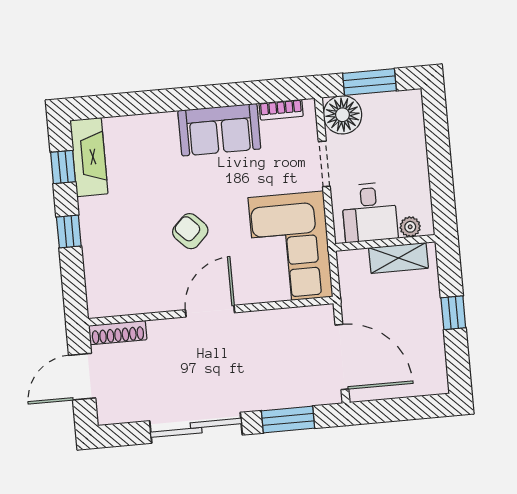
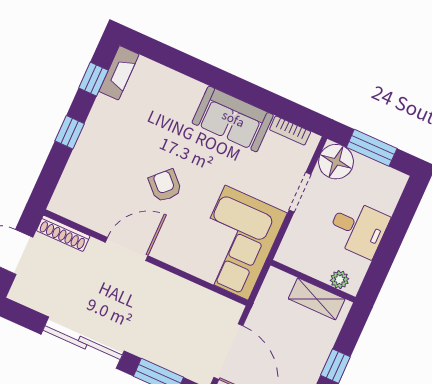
fireplace: (89, 157) -> (119, 73), width x0.73, depth x0.76
desk: (370, 212) -> (358, 228), moved, turned -90
door: (210, 311) -> (127, 249), moved

